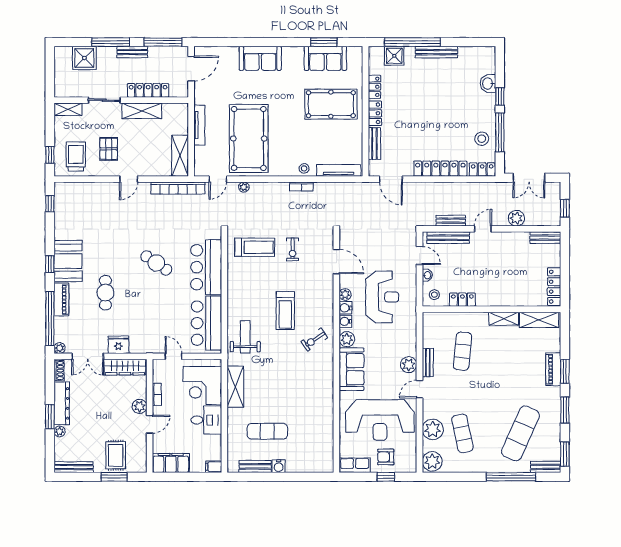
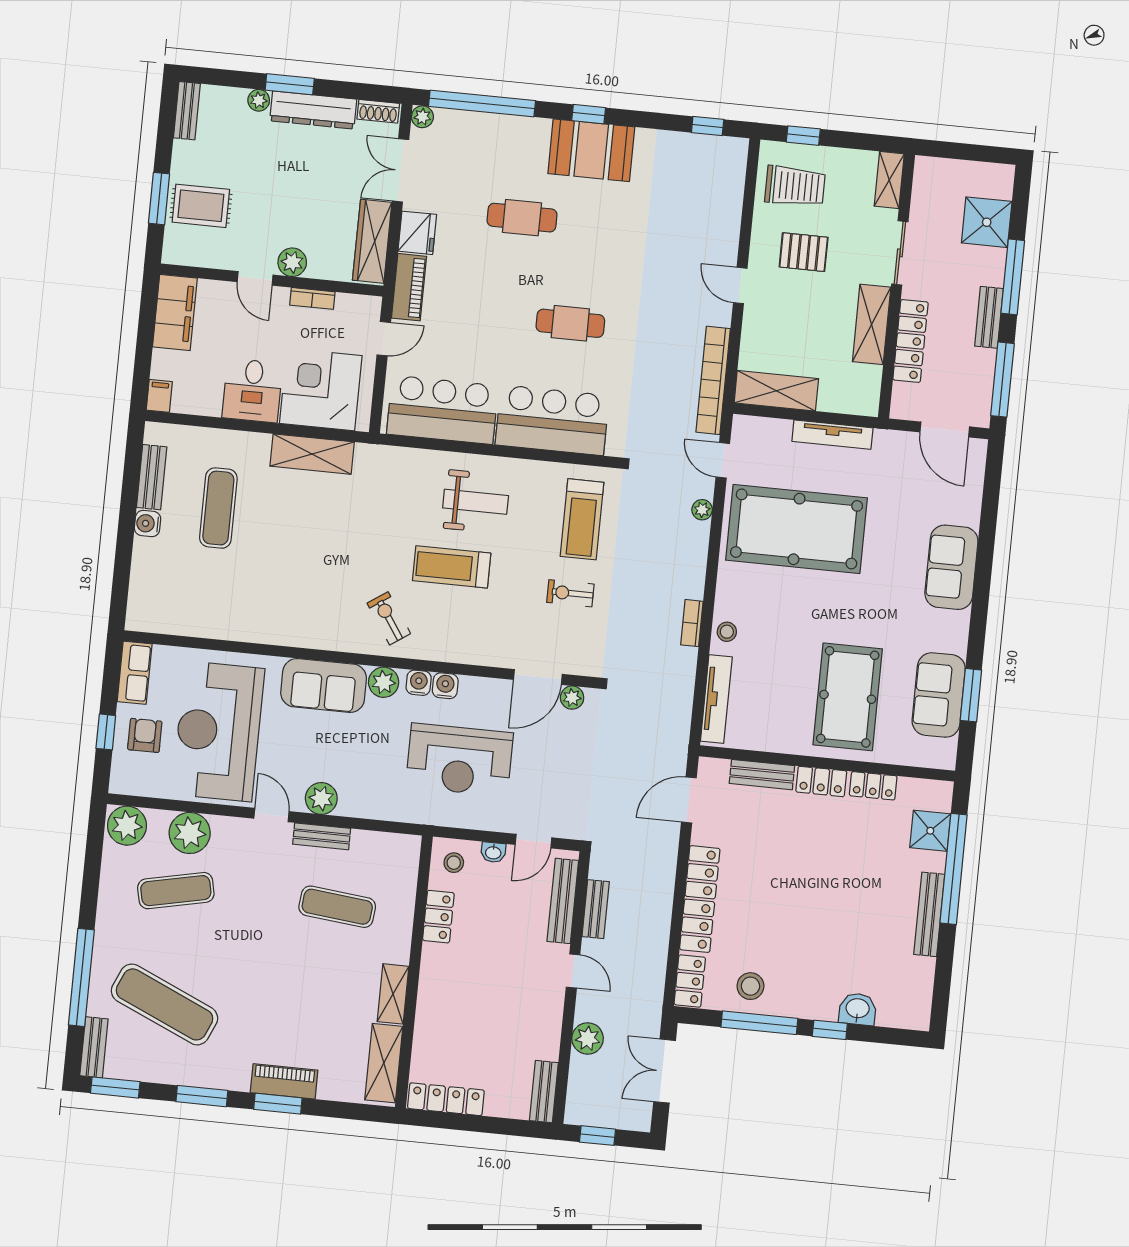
cafe table: (156, 263) -> (570, 323), turned 56
plant: (345, 294) -> (572, 698), moved
piano: (61, 299) -> (409, 287), moved, turned -90
weight bench: (245, 337) -> (476, 502), moved
bench: (74, 467) -> (187, 111), width x0.73

